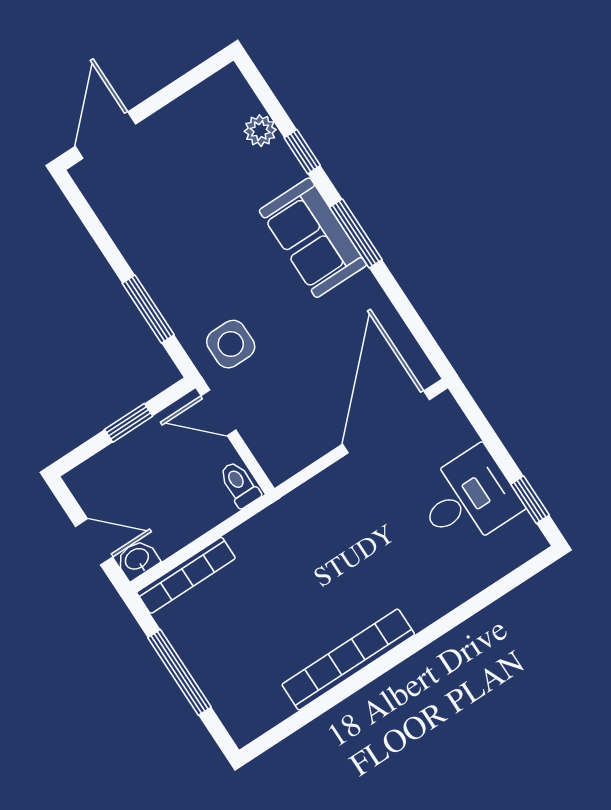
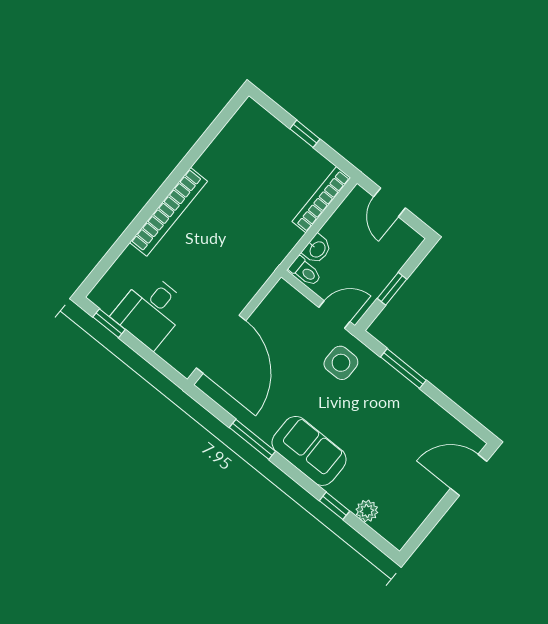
door: (105, 135) -> (469, 475), swing flipped
window: (356, 233) -> (252, 439), moved
door: (94, 542) -> (390, 202), hinge flipped
washbasin: (137, 560) -> (317, 249), moved
bookcase: (348, 659) -> (169, 212), moved
window: (179, 672) -> (305, 134), width x0.46

